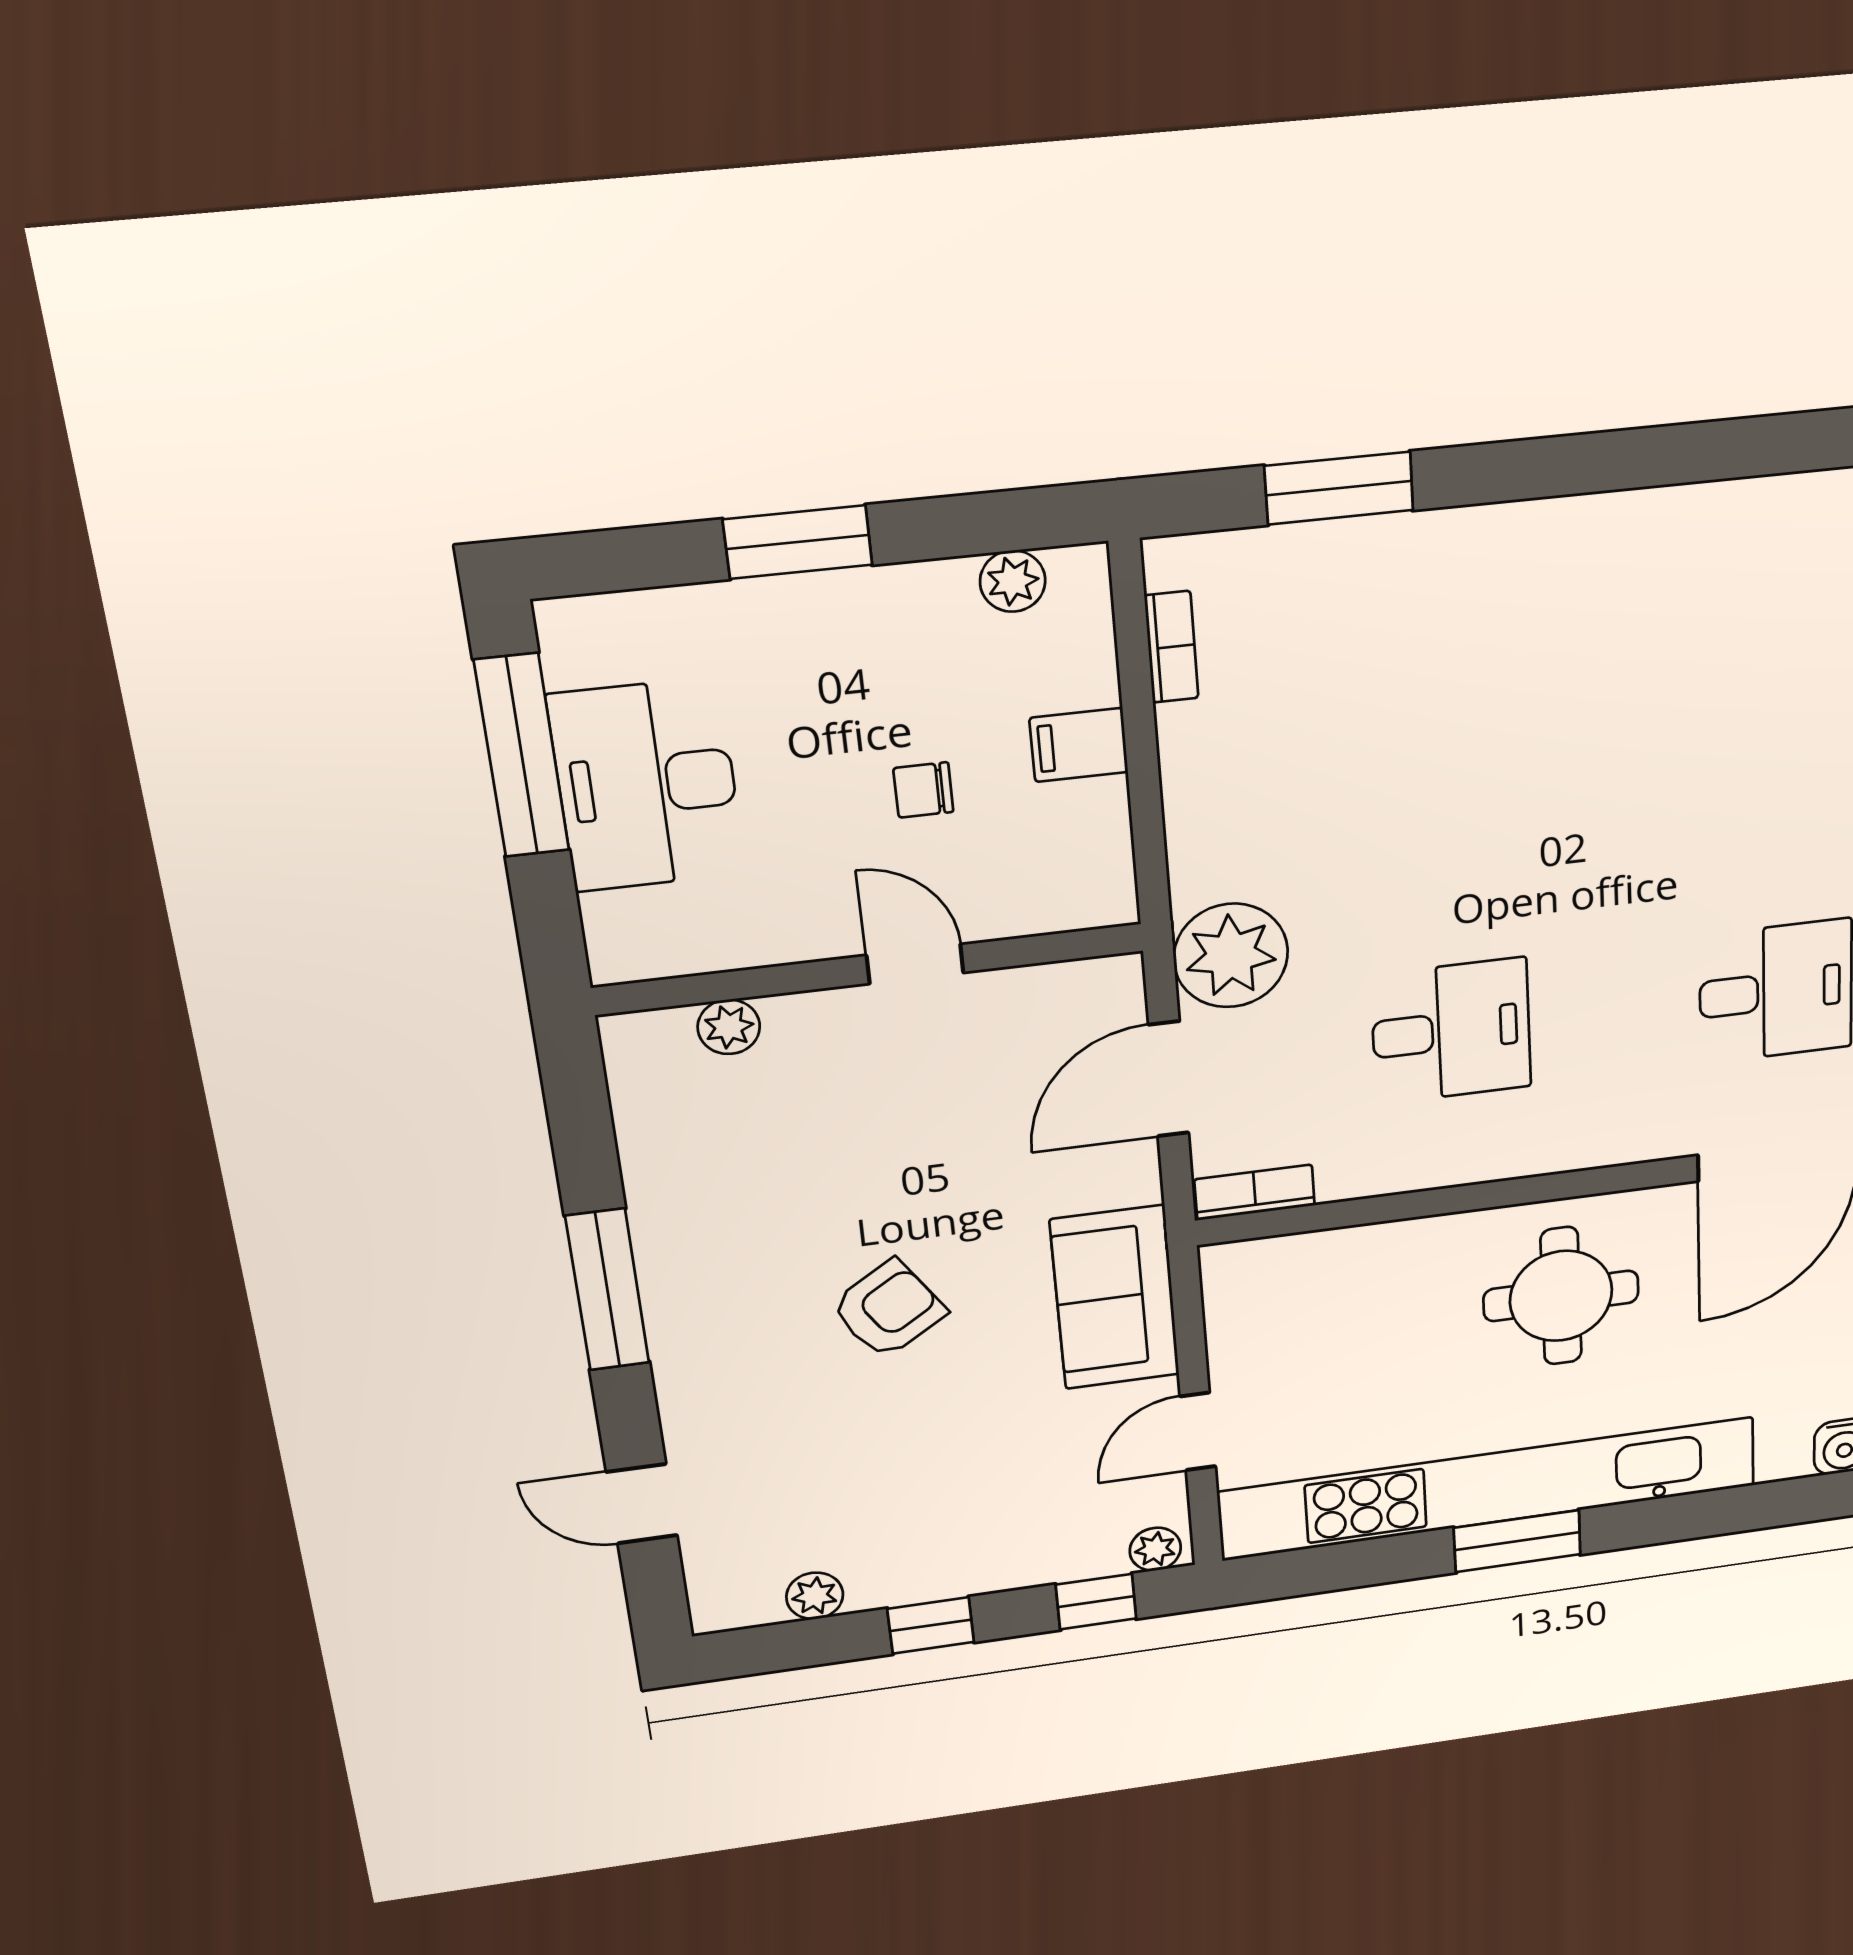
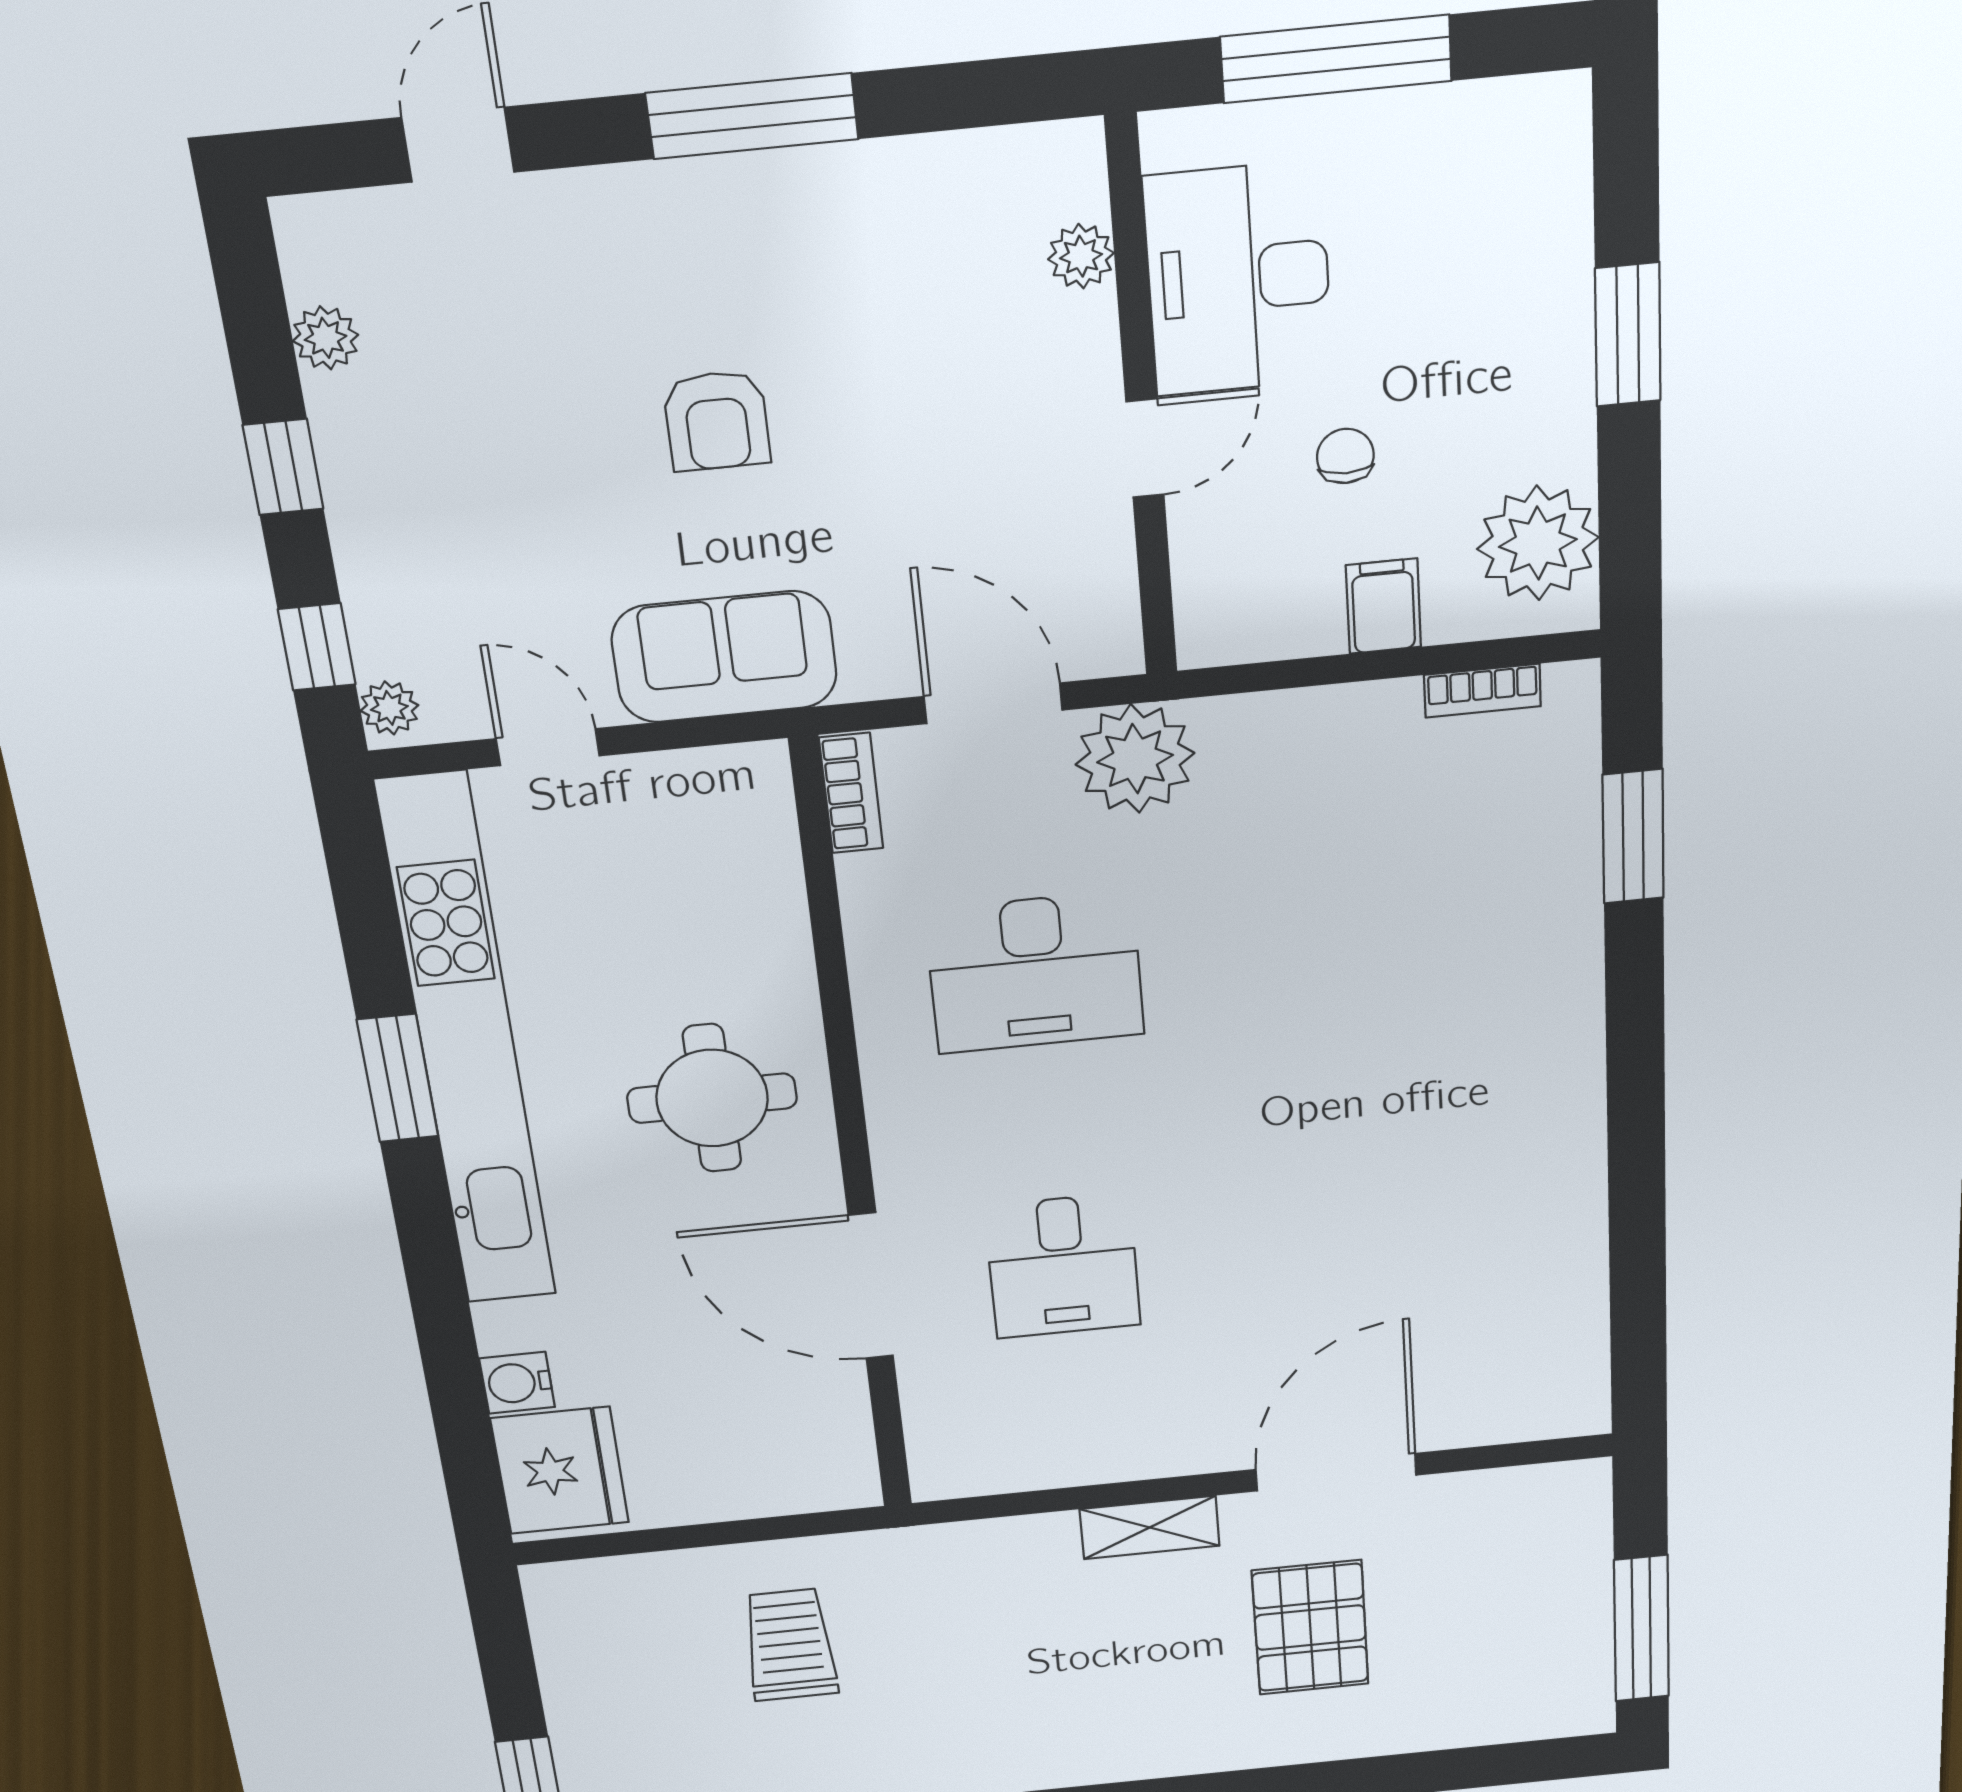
plant: (1013, 581) -> (1538, 543), width x1.87, depth x1.87
window: (522, 756) -> (1336, 59), moved
desk: (647, 785) -> (1238, 279), moved, turned -90
desk: (1451, 1031) -> (1035, 972), width x1.37
armchair: (888, 1309) -> (717, 421), turned 33

